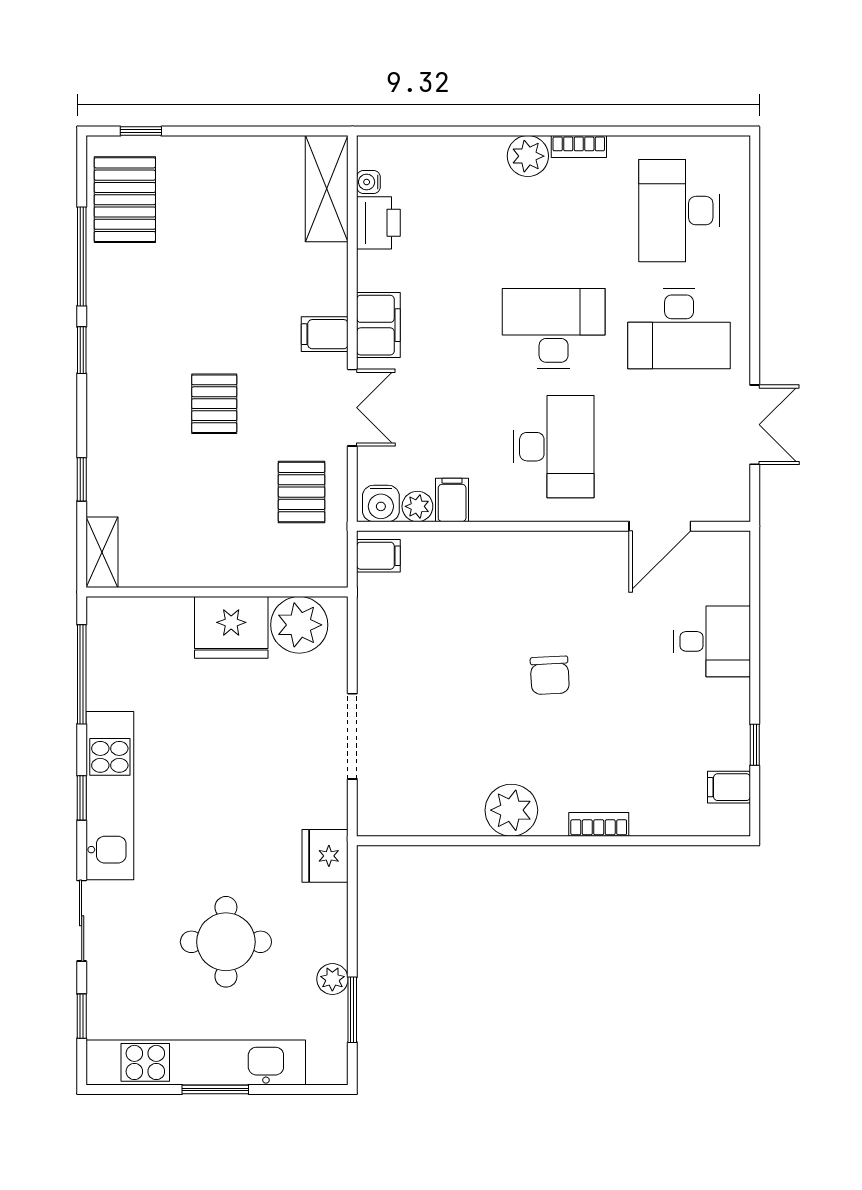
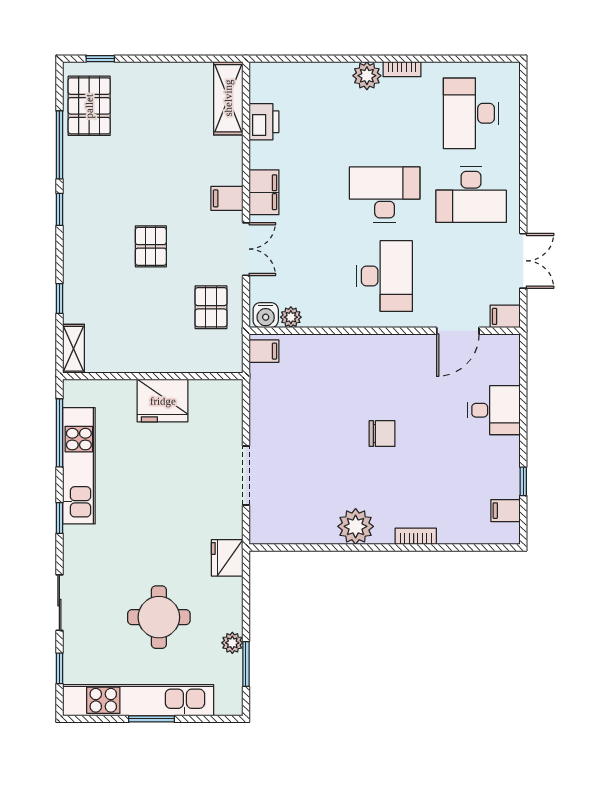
water cooler: (368, 182) -> (257, 94), removed
filing cabinet: (452, 500) -> (505, 316), moved, turned -90
plant: (299, 625) -> (209, 399), removed
chair: (550, 675) -> (382, 434), turned -87
kitchen unit: (110, 796) -> (79, 466), moved

